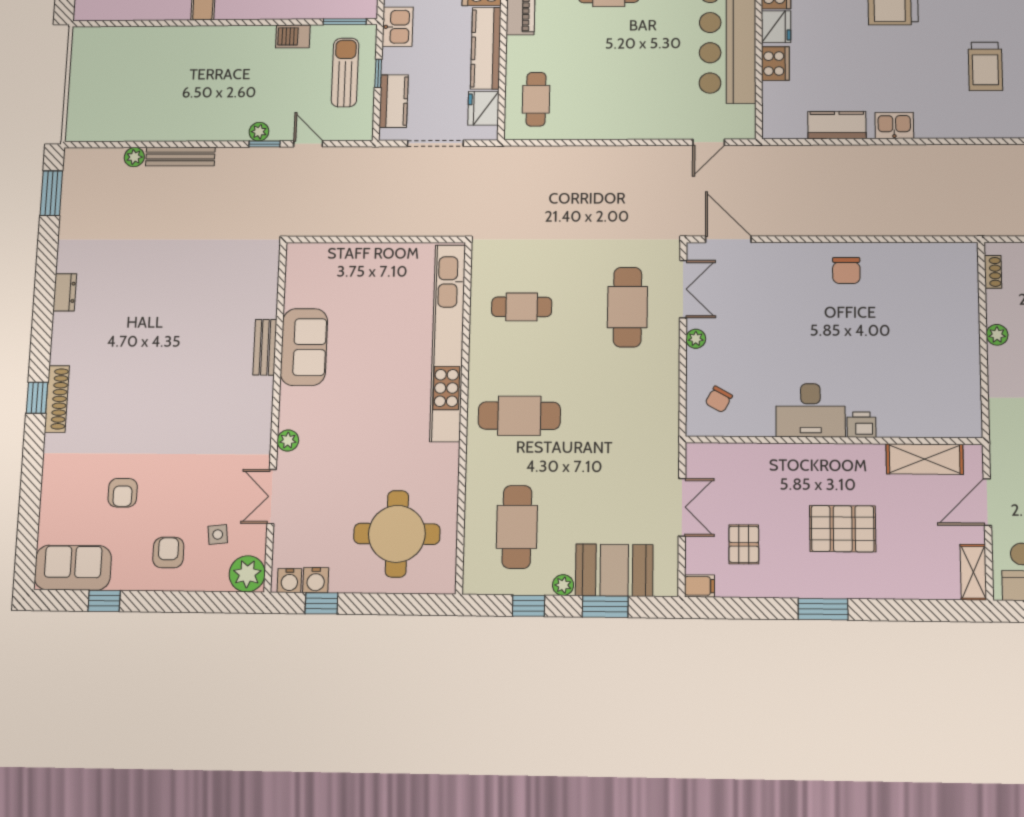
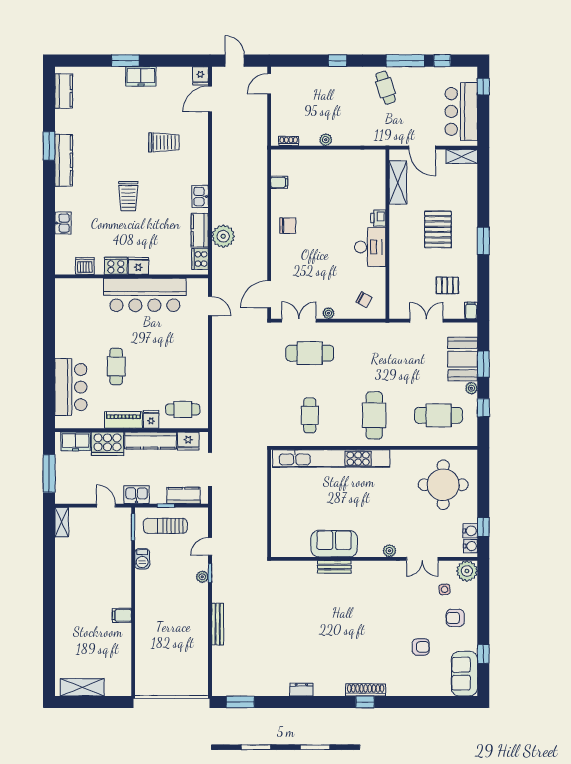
fridge: (521, 49) -> (151, 419), added
cooker: (775, 64) -> (200, 259), moved, turned -90
plant: (134, 157) -> (223, 236), moved, width x1.88, depth x1.88
filing cabinet: (921, 256) -> (279, 182), added

